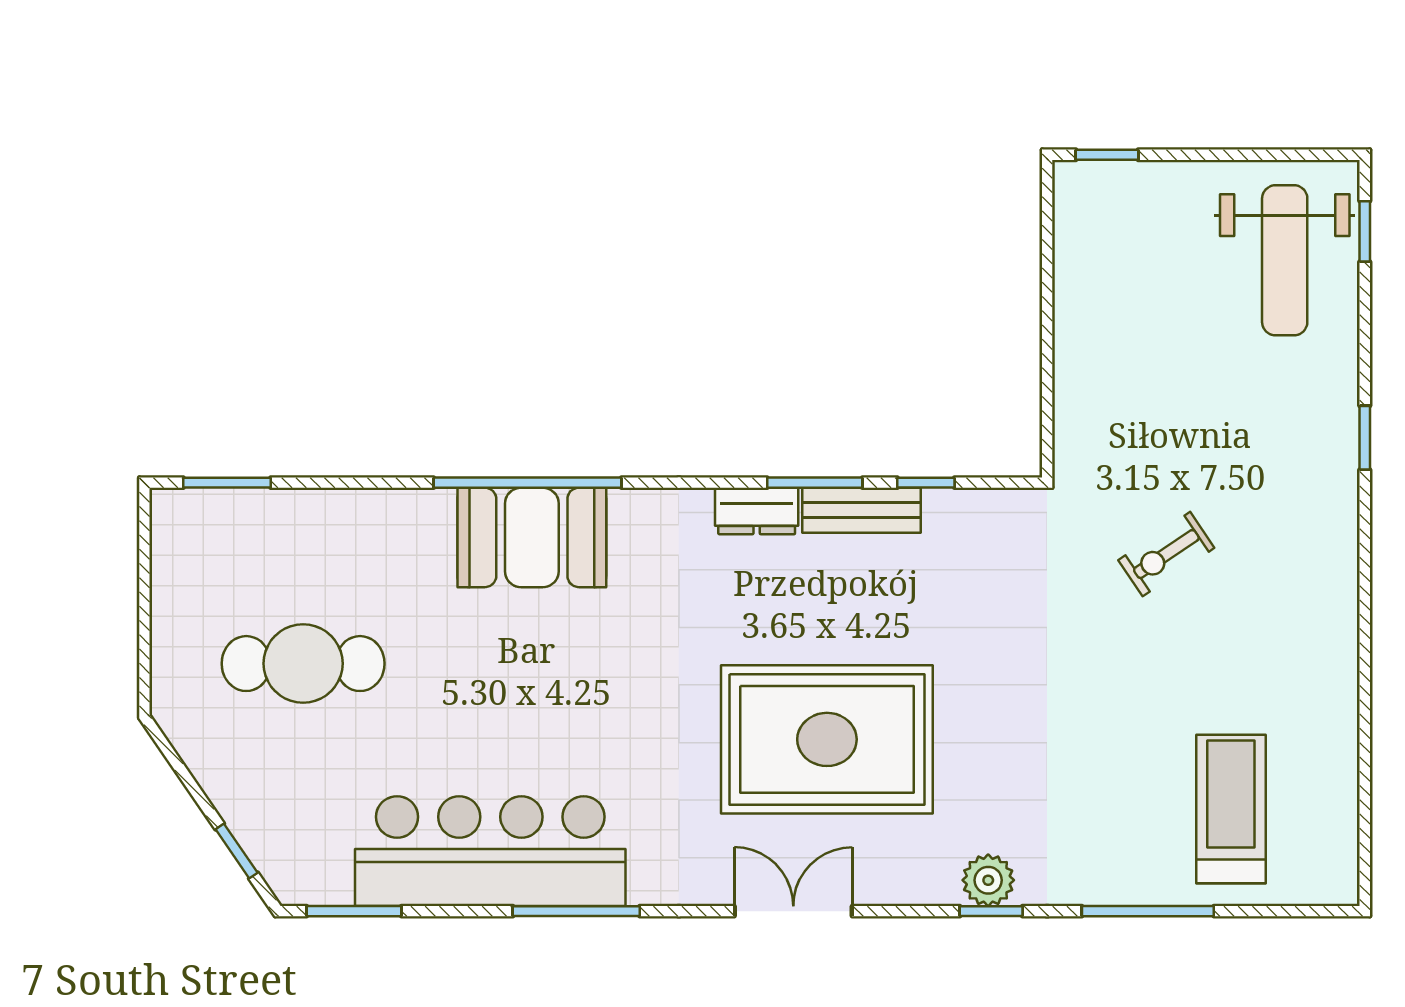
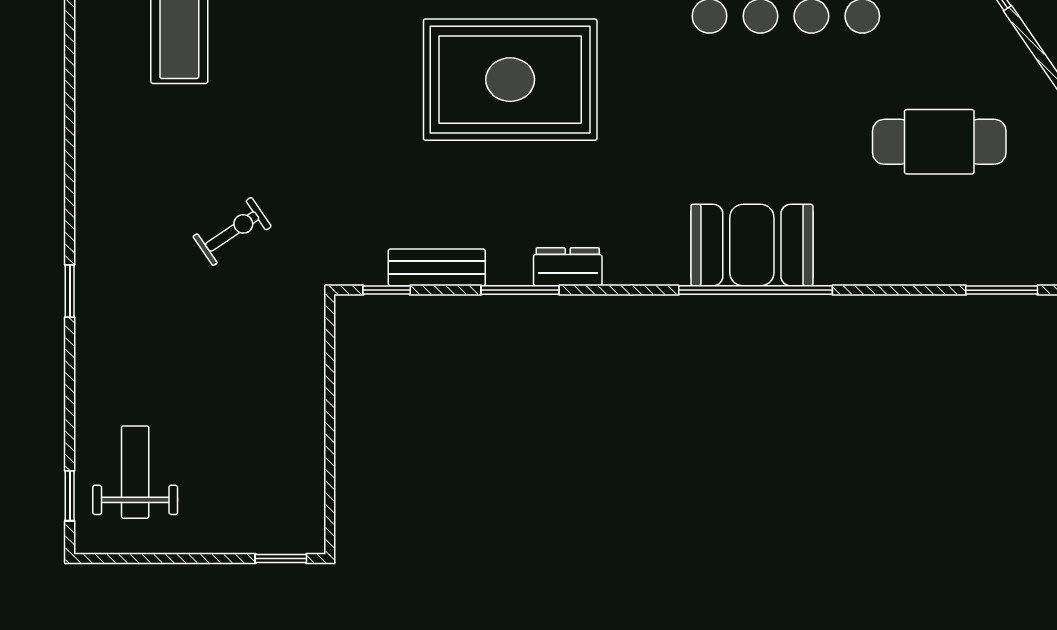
weight bench: (1285, 260) -> (135, 472), width x0.73, depth x0.75
window: (1365, 438) -> (70, 291), moved
window: (926, 483) -> (387, 290), moved
bench: (861, 510) -> (437, 267), moved

